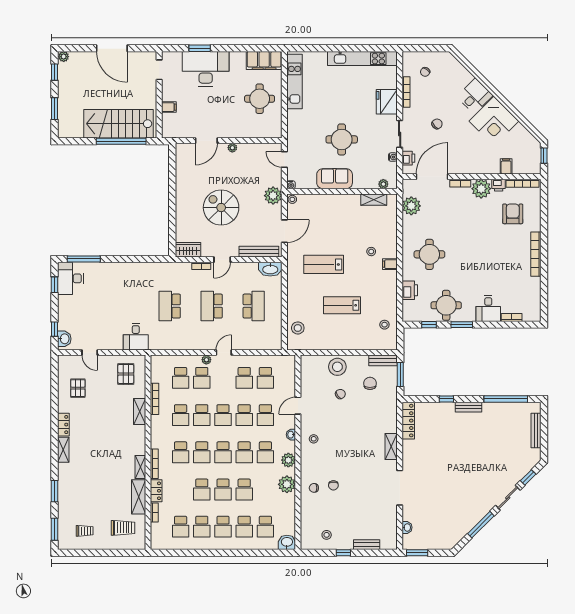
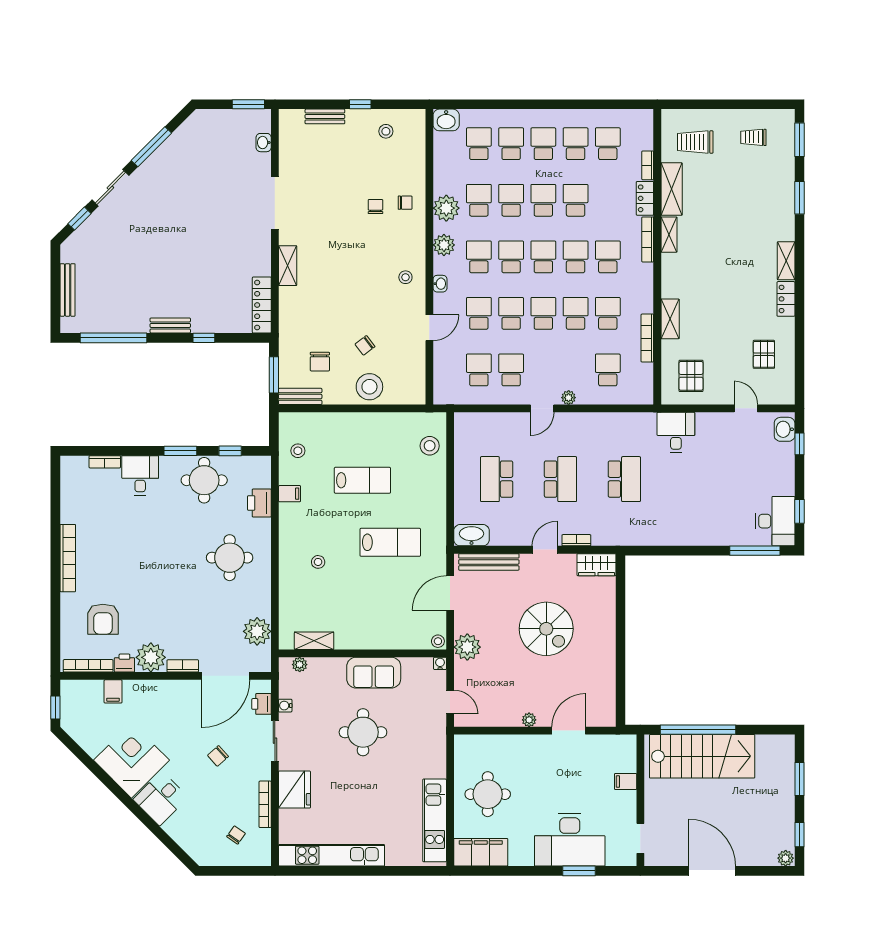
filing cabinet: (390, 264) -> (290, 494), moved
school desk: (202, 378) -> (479, 200), moved

